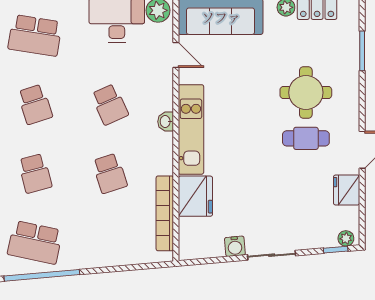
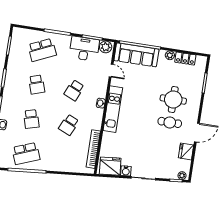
school desk: (35, 35) -> (42, 50), turned -33
school desk: (110, 104) -> (74, 90), turned 48
school desk: (110, 173) -> (69, 125), turned 42
fridge: (195, 196) -> (110, 166), moved, turned -95
school desk: (35, 242) -> (26, 154), turned -33

